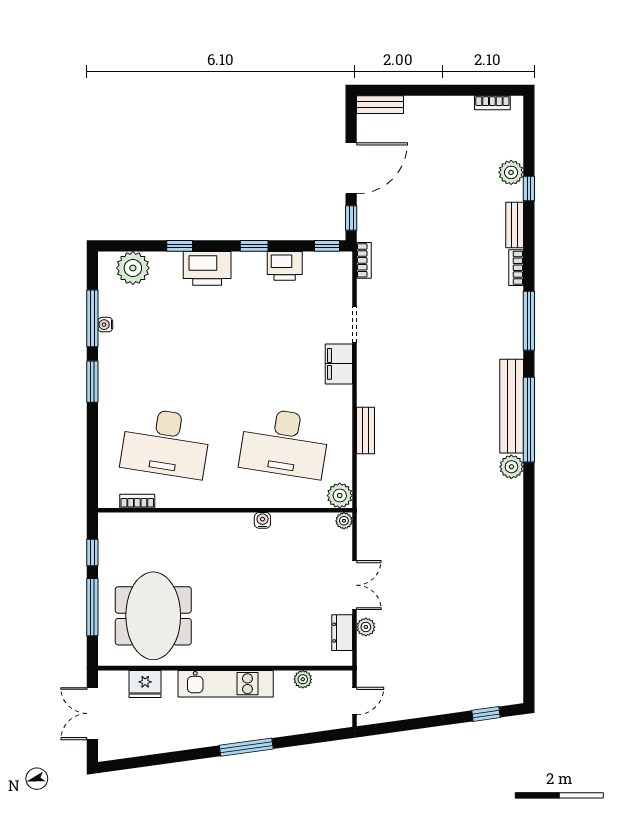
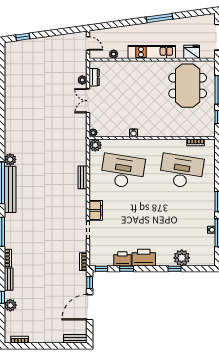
window: (254, 246) -> (127, 269), moved
plant: (133, 268) -> (182, 258), moved
printer: (207, 268) -> (144, 258), moved
door: (354, 701) -> (88, 43), swing flipped
window: (246, 747) -> (159, 18), moved

